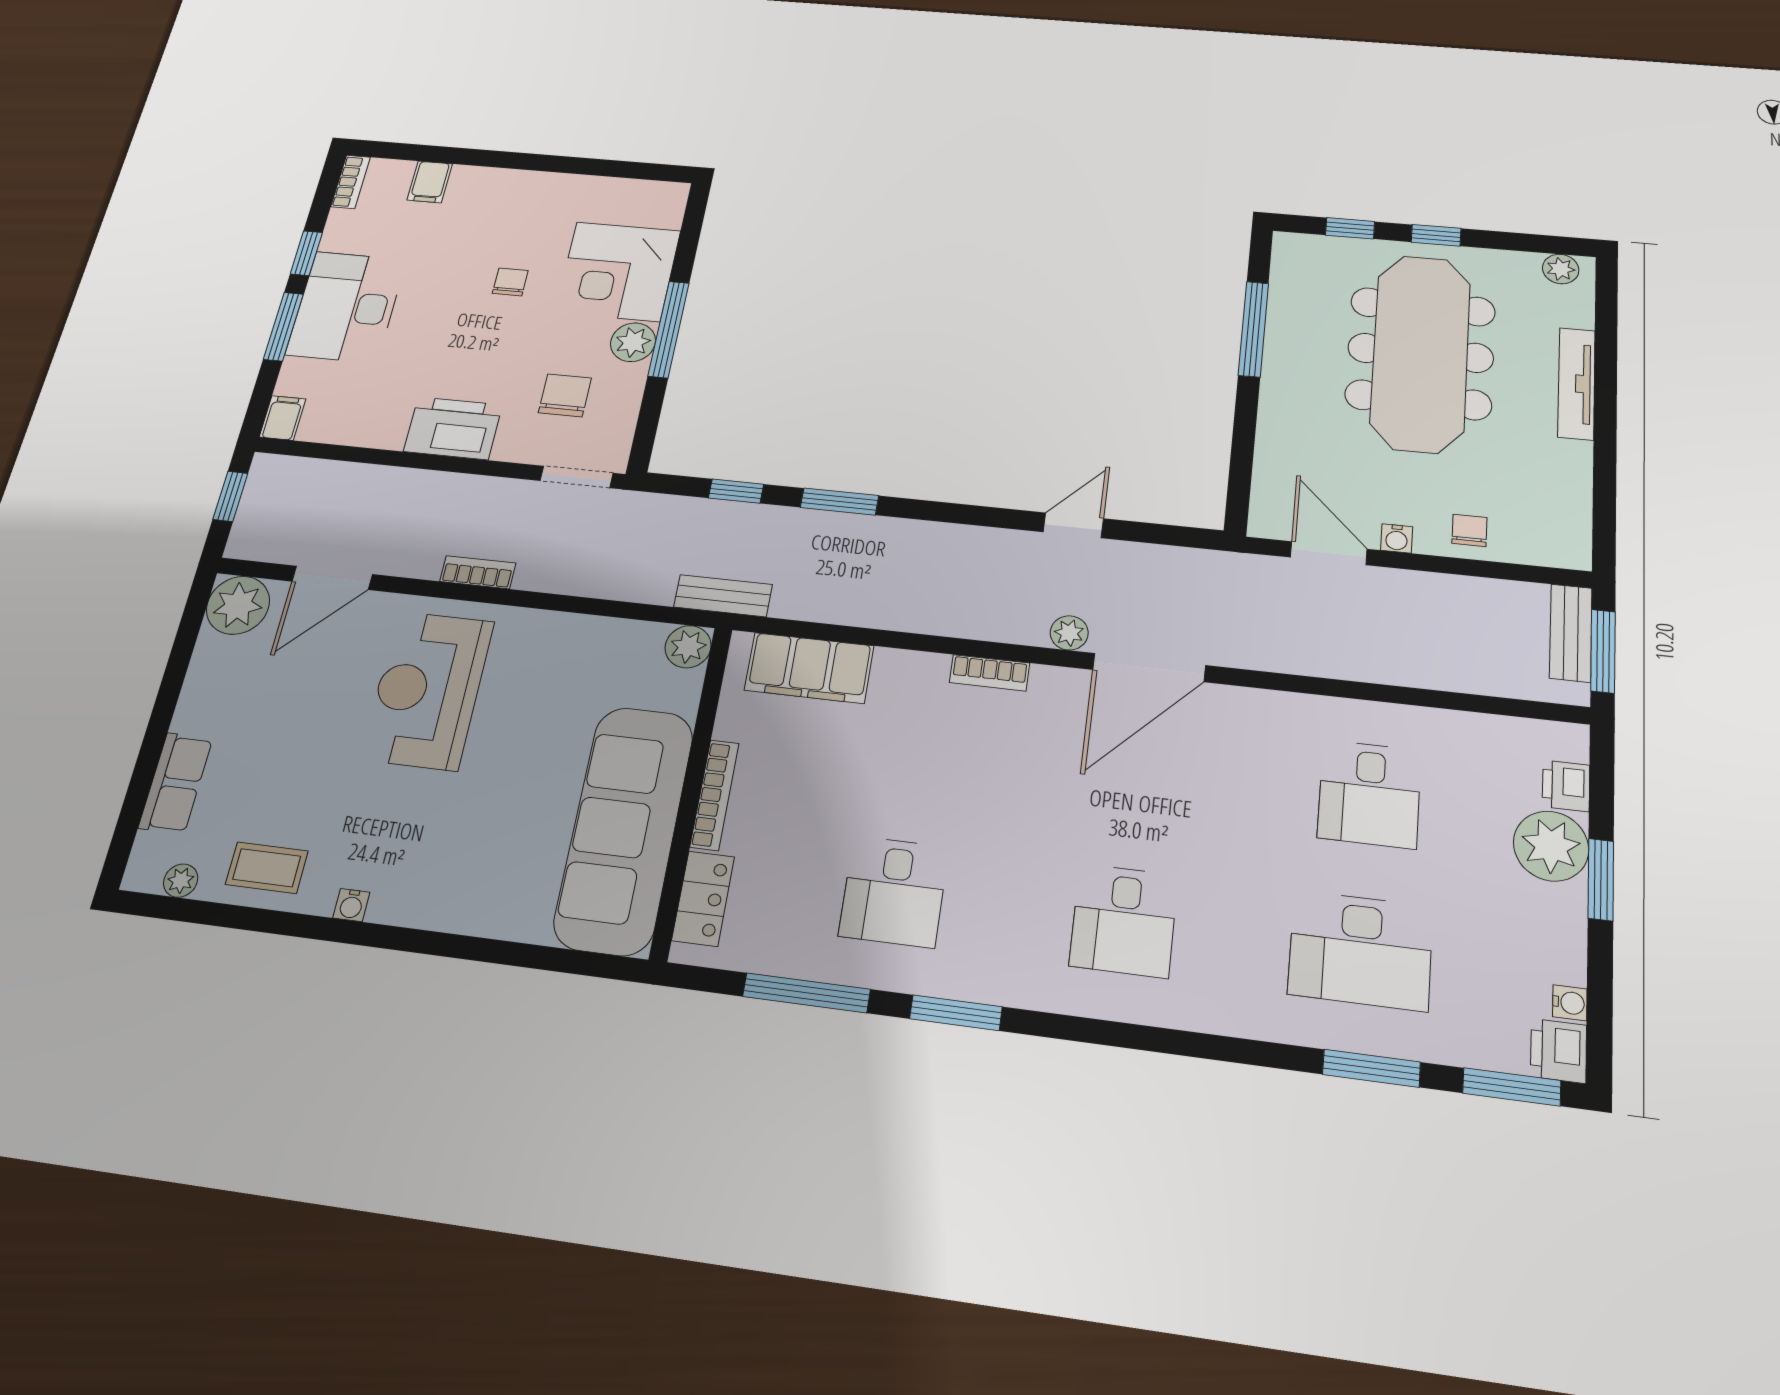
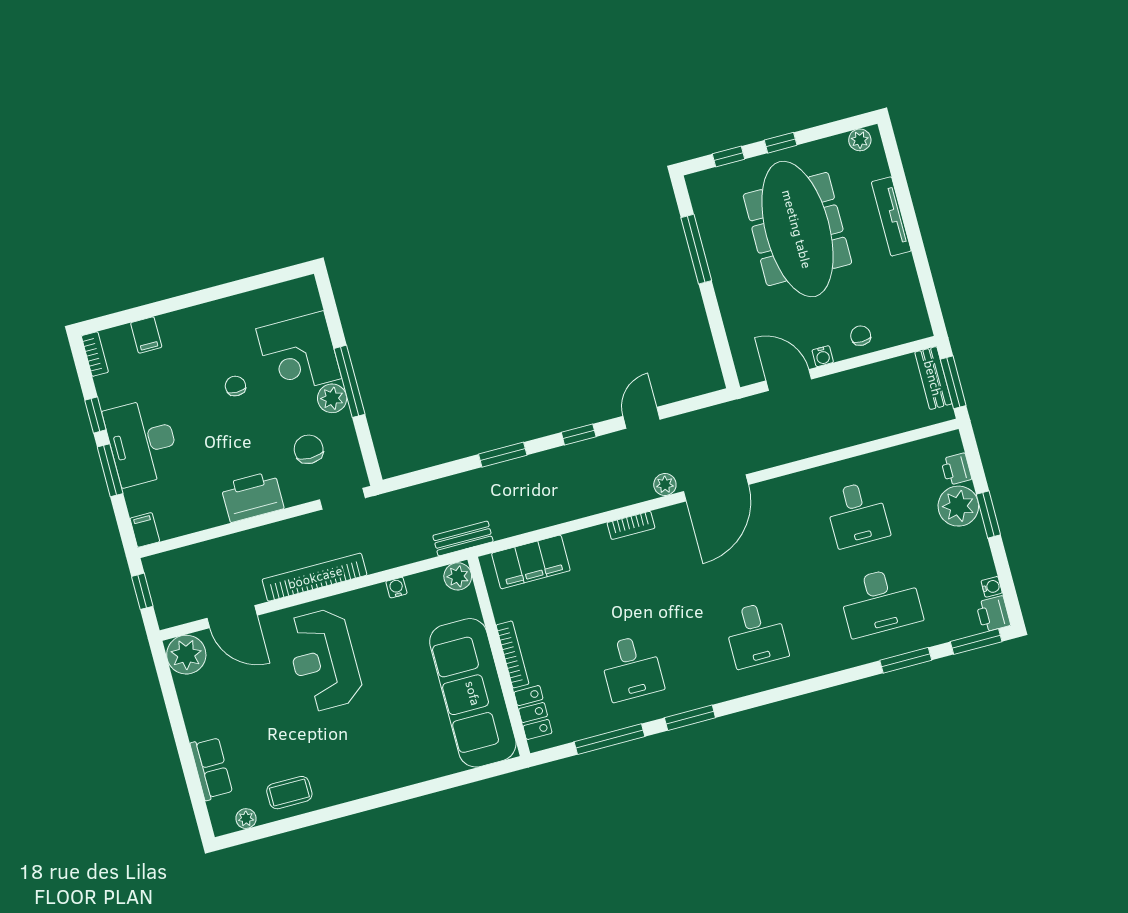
window: (736, 491) -> (579, 434), moved
bookcase: (478, 572) -> (315, 577), width x2.31, depth x1.31
door: (332, 578) -> (232, 617), hinge flipped
water cooler: (351, 905) -> (396, 588), moved, turned 180

